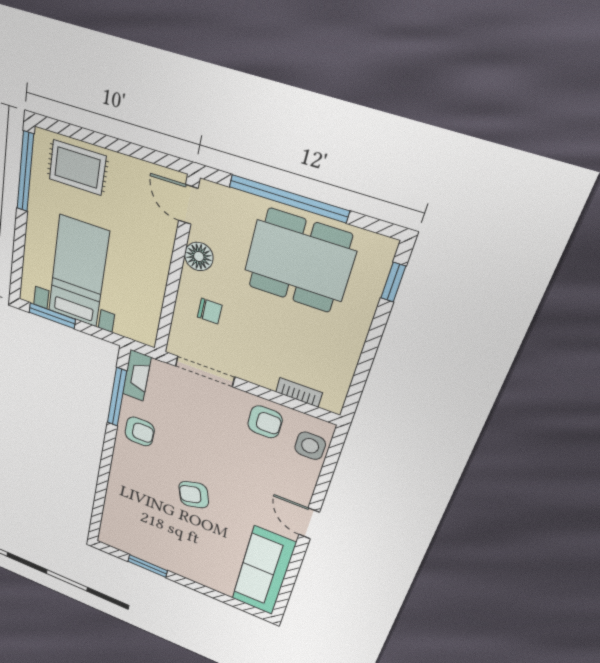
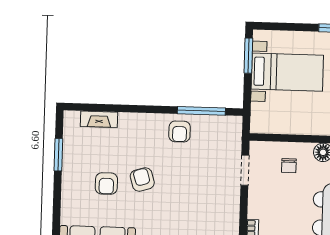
doorway: (205, 371) -> (245, 170), width x0.73
fireplace: (137, 375) -> (99, 119), moved
armchair: (265, 422) -> (106, 184), moved

